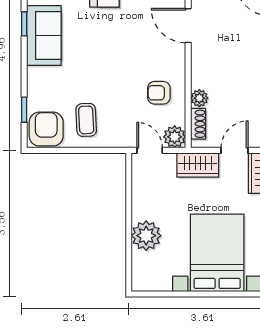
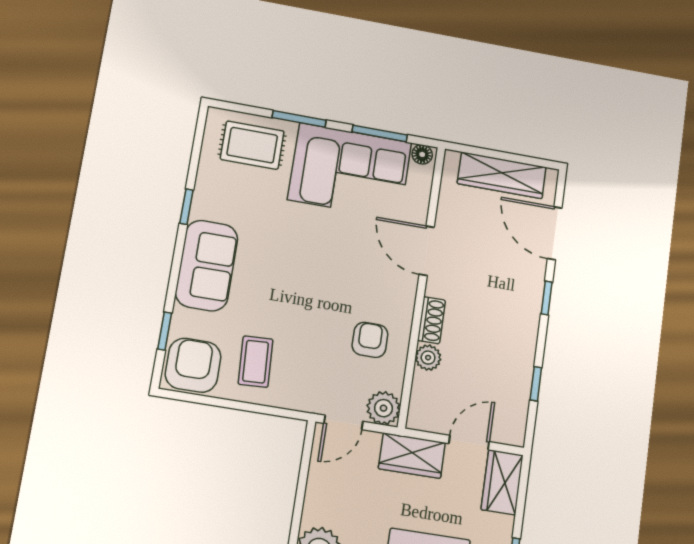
sofa: (44, 35) -> (207, 266), moved
armchair: (159, 93) -> (370, 340), turned 90
shoe rack: (198, 124) -> (431, 320), moved
door: (150, 150) -> (343, 422), swing flipped

